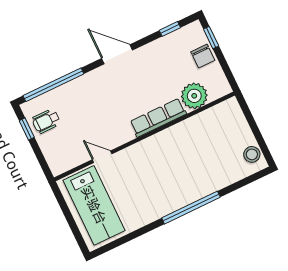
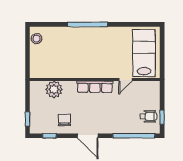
chair: (203, 56) -> (64, 120), moved
row of seats: (158, 118) -> (95, 87), moved
door: (102, 157) -> (125, 80), hinge flipped

